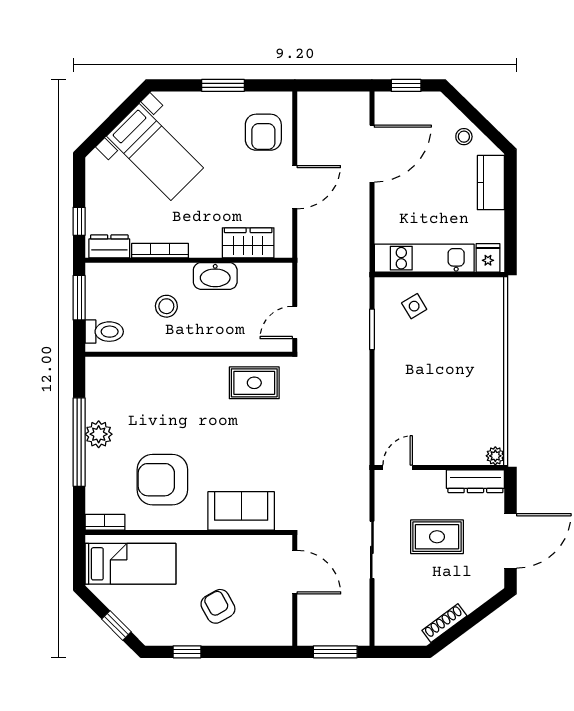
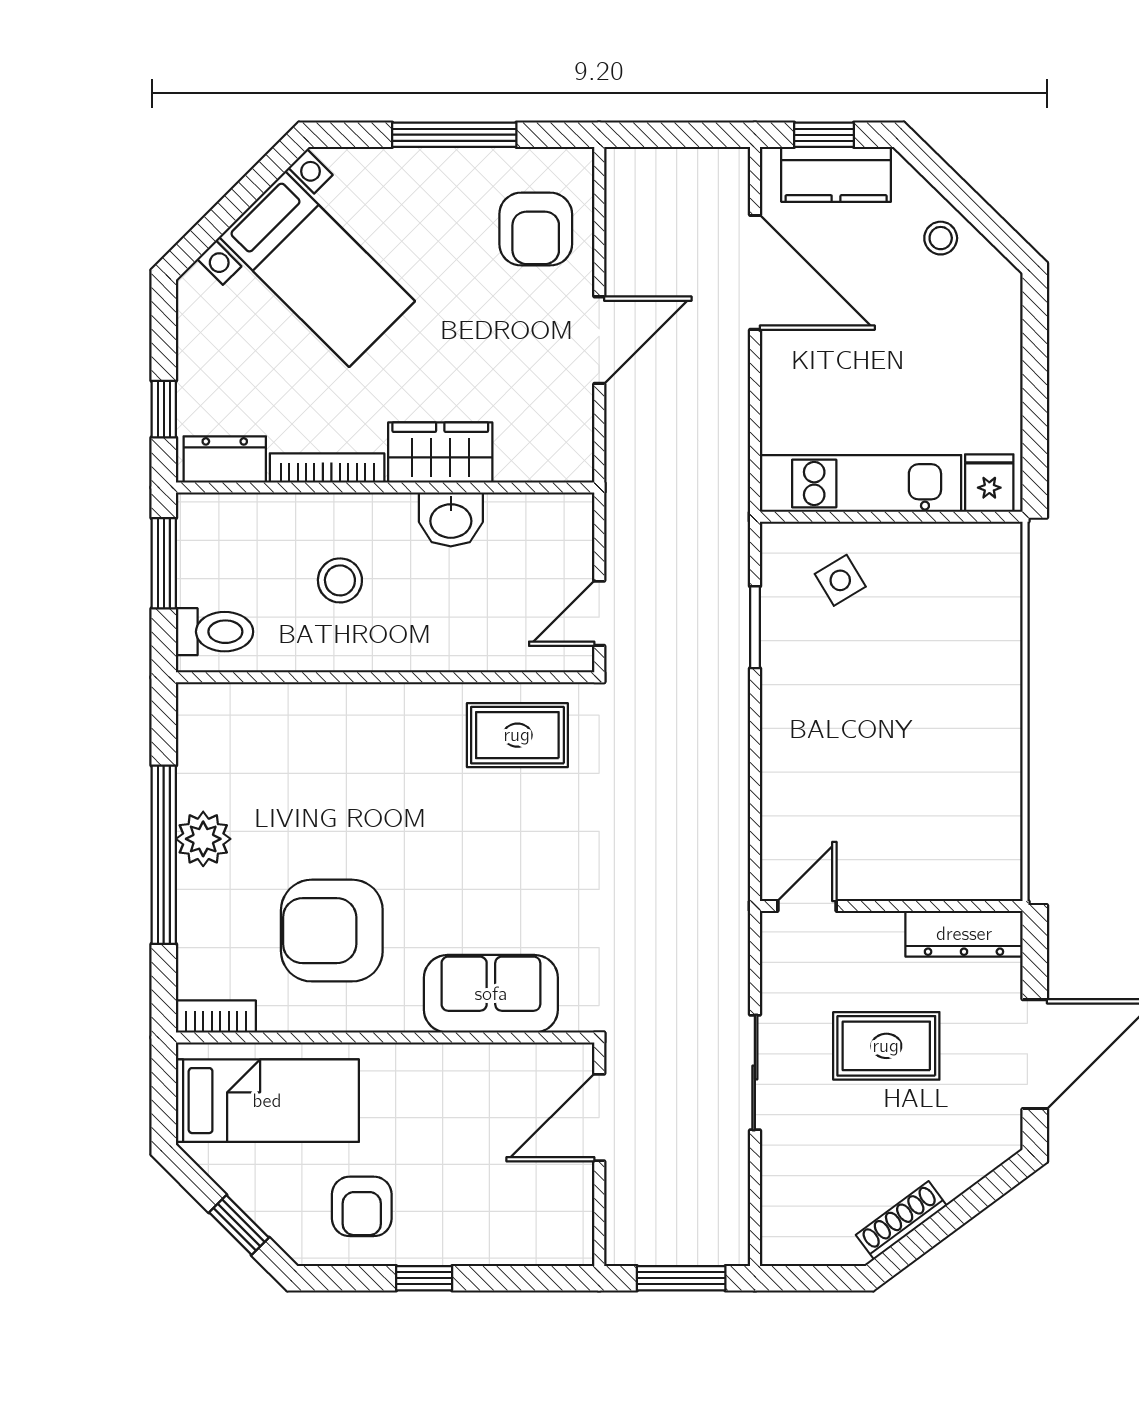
window: (223, 85) -> (454, 135), width x1.44
door: (372, 154) -> (755, 272), hinge flipped
kitchen counter: (491, 183) -> (836, 174), moved, turned -90
wardrobe: (248, 243) -> (440, 452), moved
washbasin: (215, 276) -> (451, 519), width x0.72
plant: (495, 456) -> (1004, 883), removed
door: (295, 572) -> (599, 1118), swing flipped
armchair: (218, 606) -> (362, 1206), moved, turned -151
window: (187, 652) -> (424, 1278), moved

